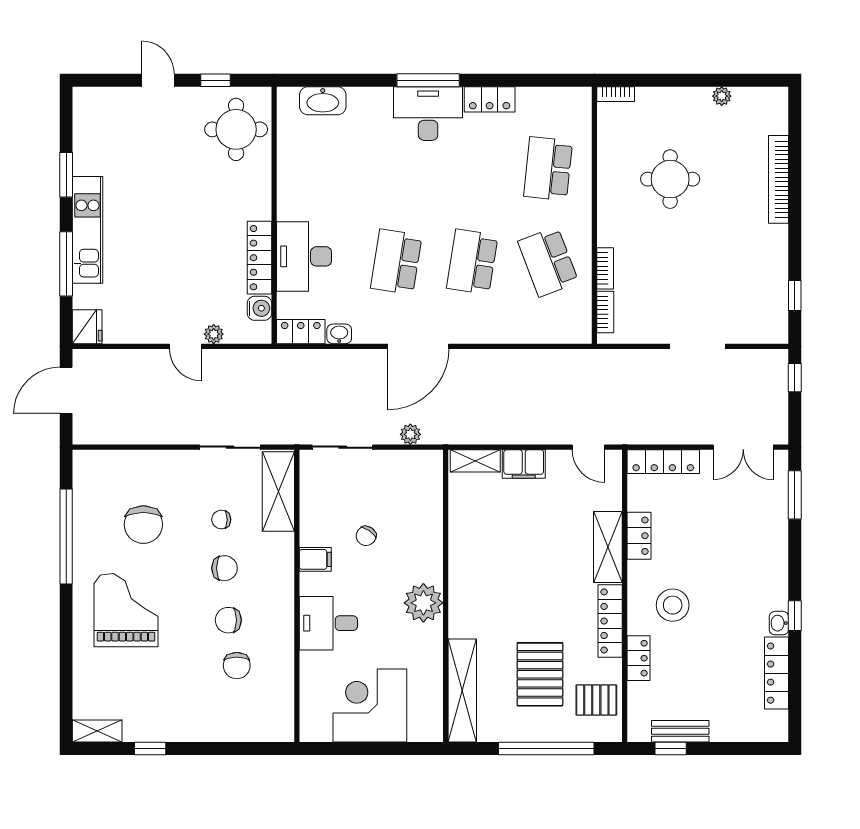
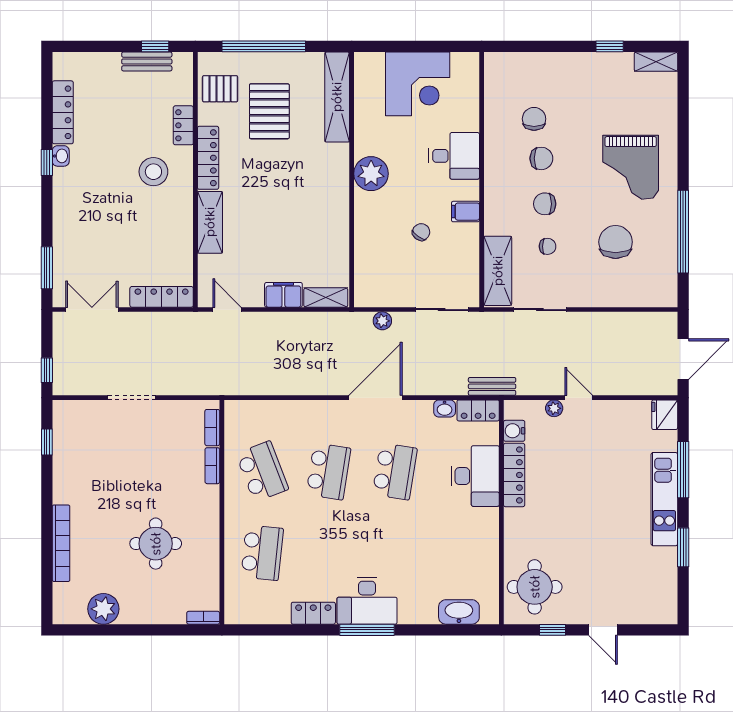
plant: (722, 96) -> (103, 609), width x1.88, depth x1.88
bench: (285, 359) -> (492, 386), added
locker: (639, 536) -> (183, 232), removed

